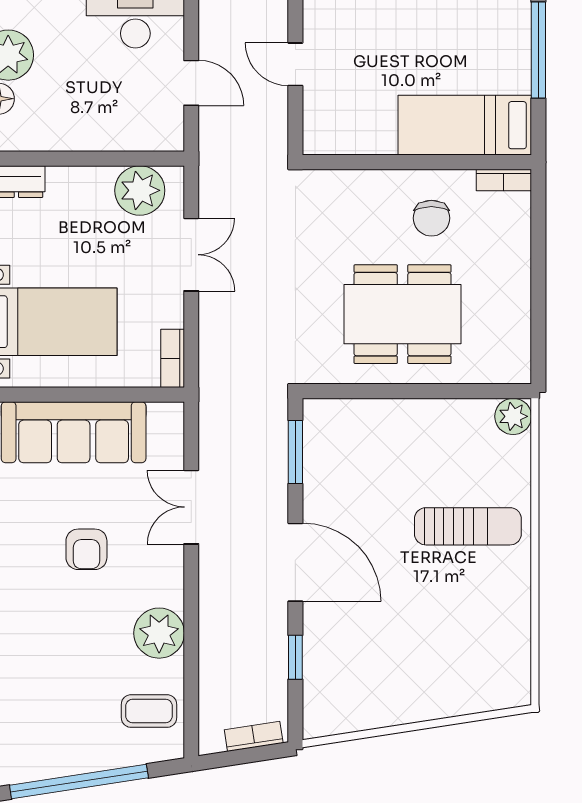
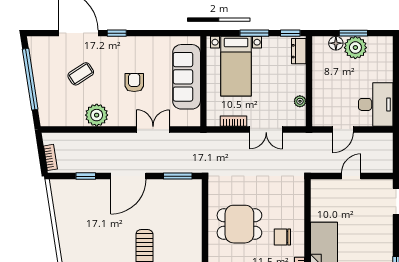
plant: (140, 190) -> (300, 101), width x0.53, depth x0.53
dining table: (403, 314) -> (239, 224), width x0.73
bookcase: (173, 358) -> (233, 121), moved
armchair: (86, 549) -> (134, 83), turned 90
coffee table: (149, 711) -> (81, 74), moved, turned 57

